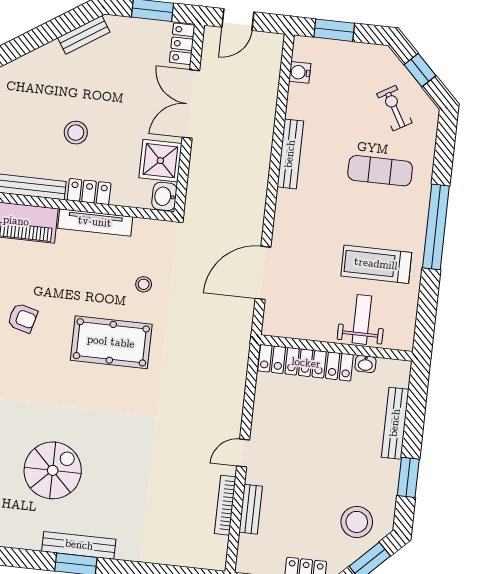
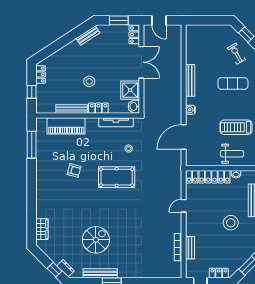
door: (238, 20) -> (159, 20), hinge flipped
window: (334, 30) -> (204, 20), removed
water cooler: (300, 72) -> (190, 110), moved
double door: (191, 104) -> (141, 62), swing flipped
tv unit: (95, 222) -> (116, 122), moved
weight bench: (362, 319) -> (232, 154), turned 90
door: (243, 453) -> (184, 206), moved
stool: (357, 522) -> (231, 223), moved
bench: (79, 545) -> (100, 273), moved

